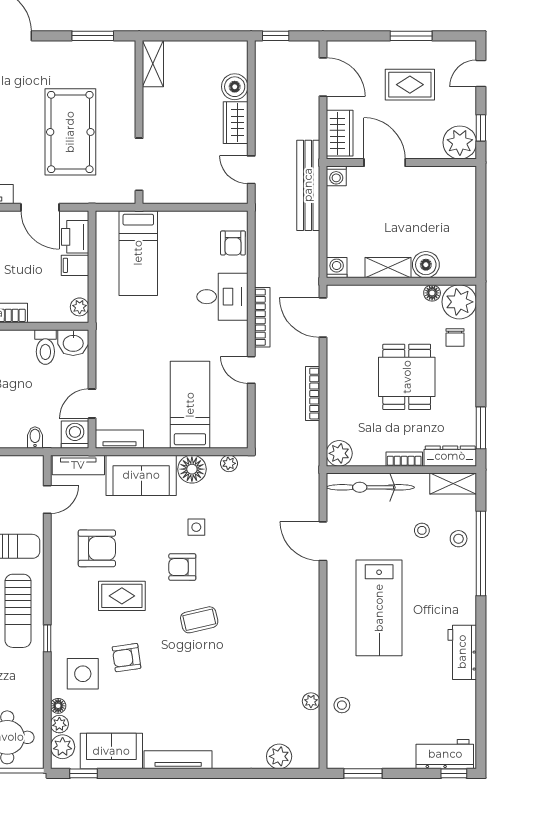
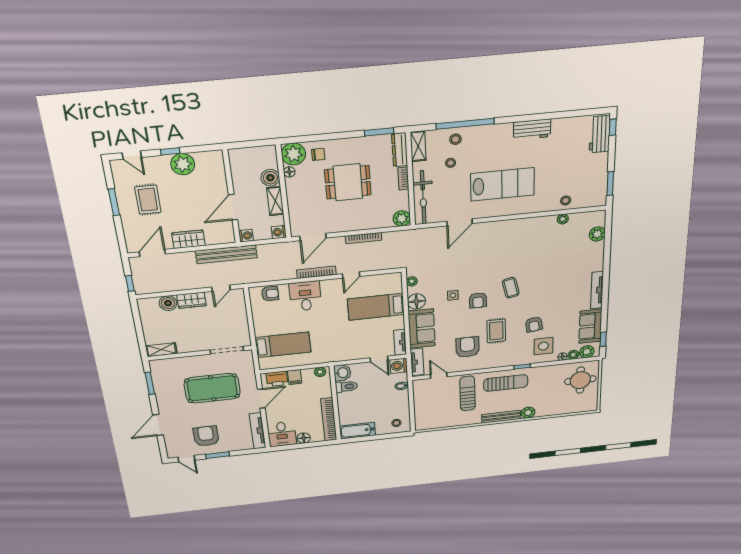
door: (385, 163) -> (233, 207), moved
wall: (401, 163) -> (232, 197), moved
washing machine: (336, 176) -> (246, 236), moved

